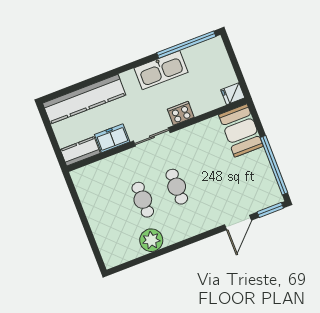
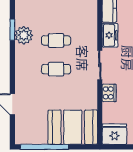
fridge: (233, 94) -> (114, 134), width x1.88, depth x1.34
booth: (241, 131) -> (73, 127), width x1.36, depth x1.42
window: (270, 210) -> (12, 30), moved

